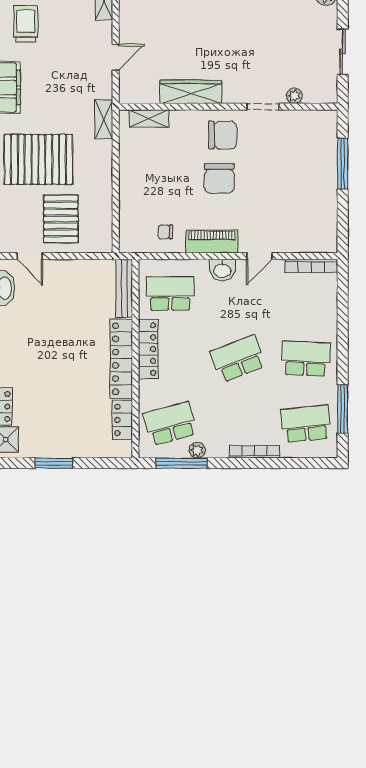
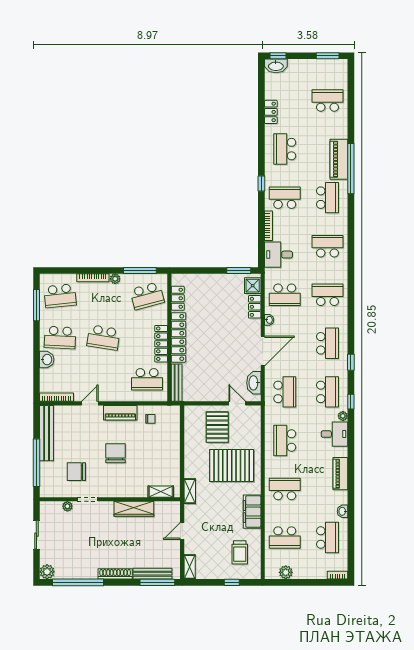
chair: (223, 135) -> (76, 472), moved
window: (343, 164) -> (36, 463), width x1.46
bench: (327, 210) -> (47, 433), added
washbasin: (222, 270) -> (47, 360), moved, turned 90
school desk: (238, 359) -> (104, 338), turned 30
plant: (197, 450) -> (115, 279), moved
window: (54, 463) -> (239, 270), moved

